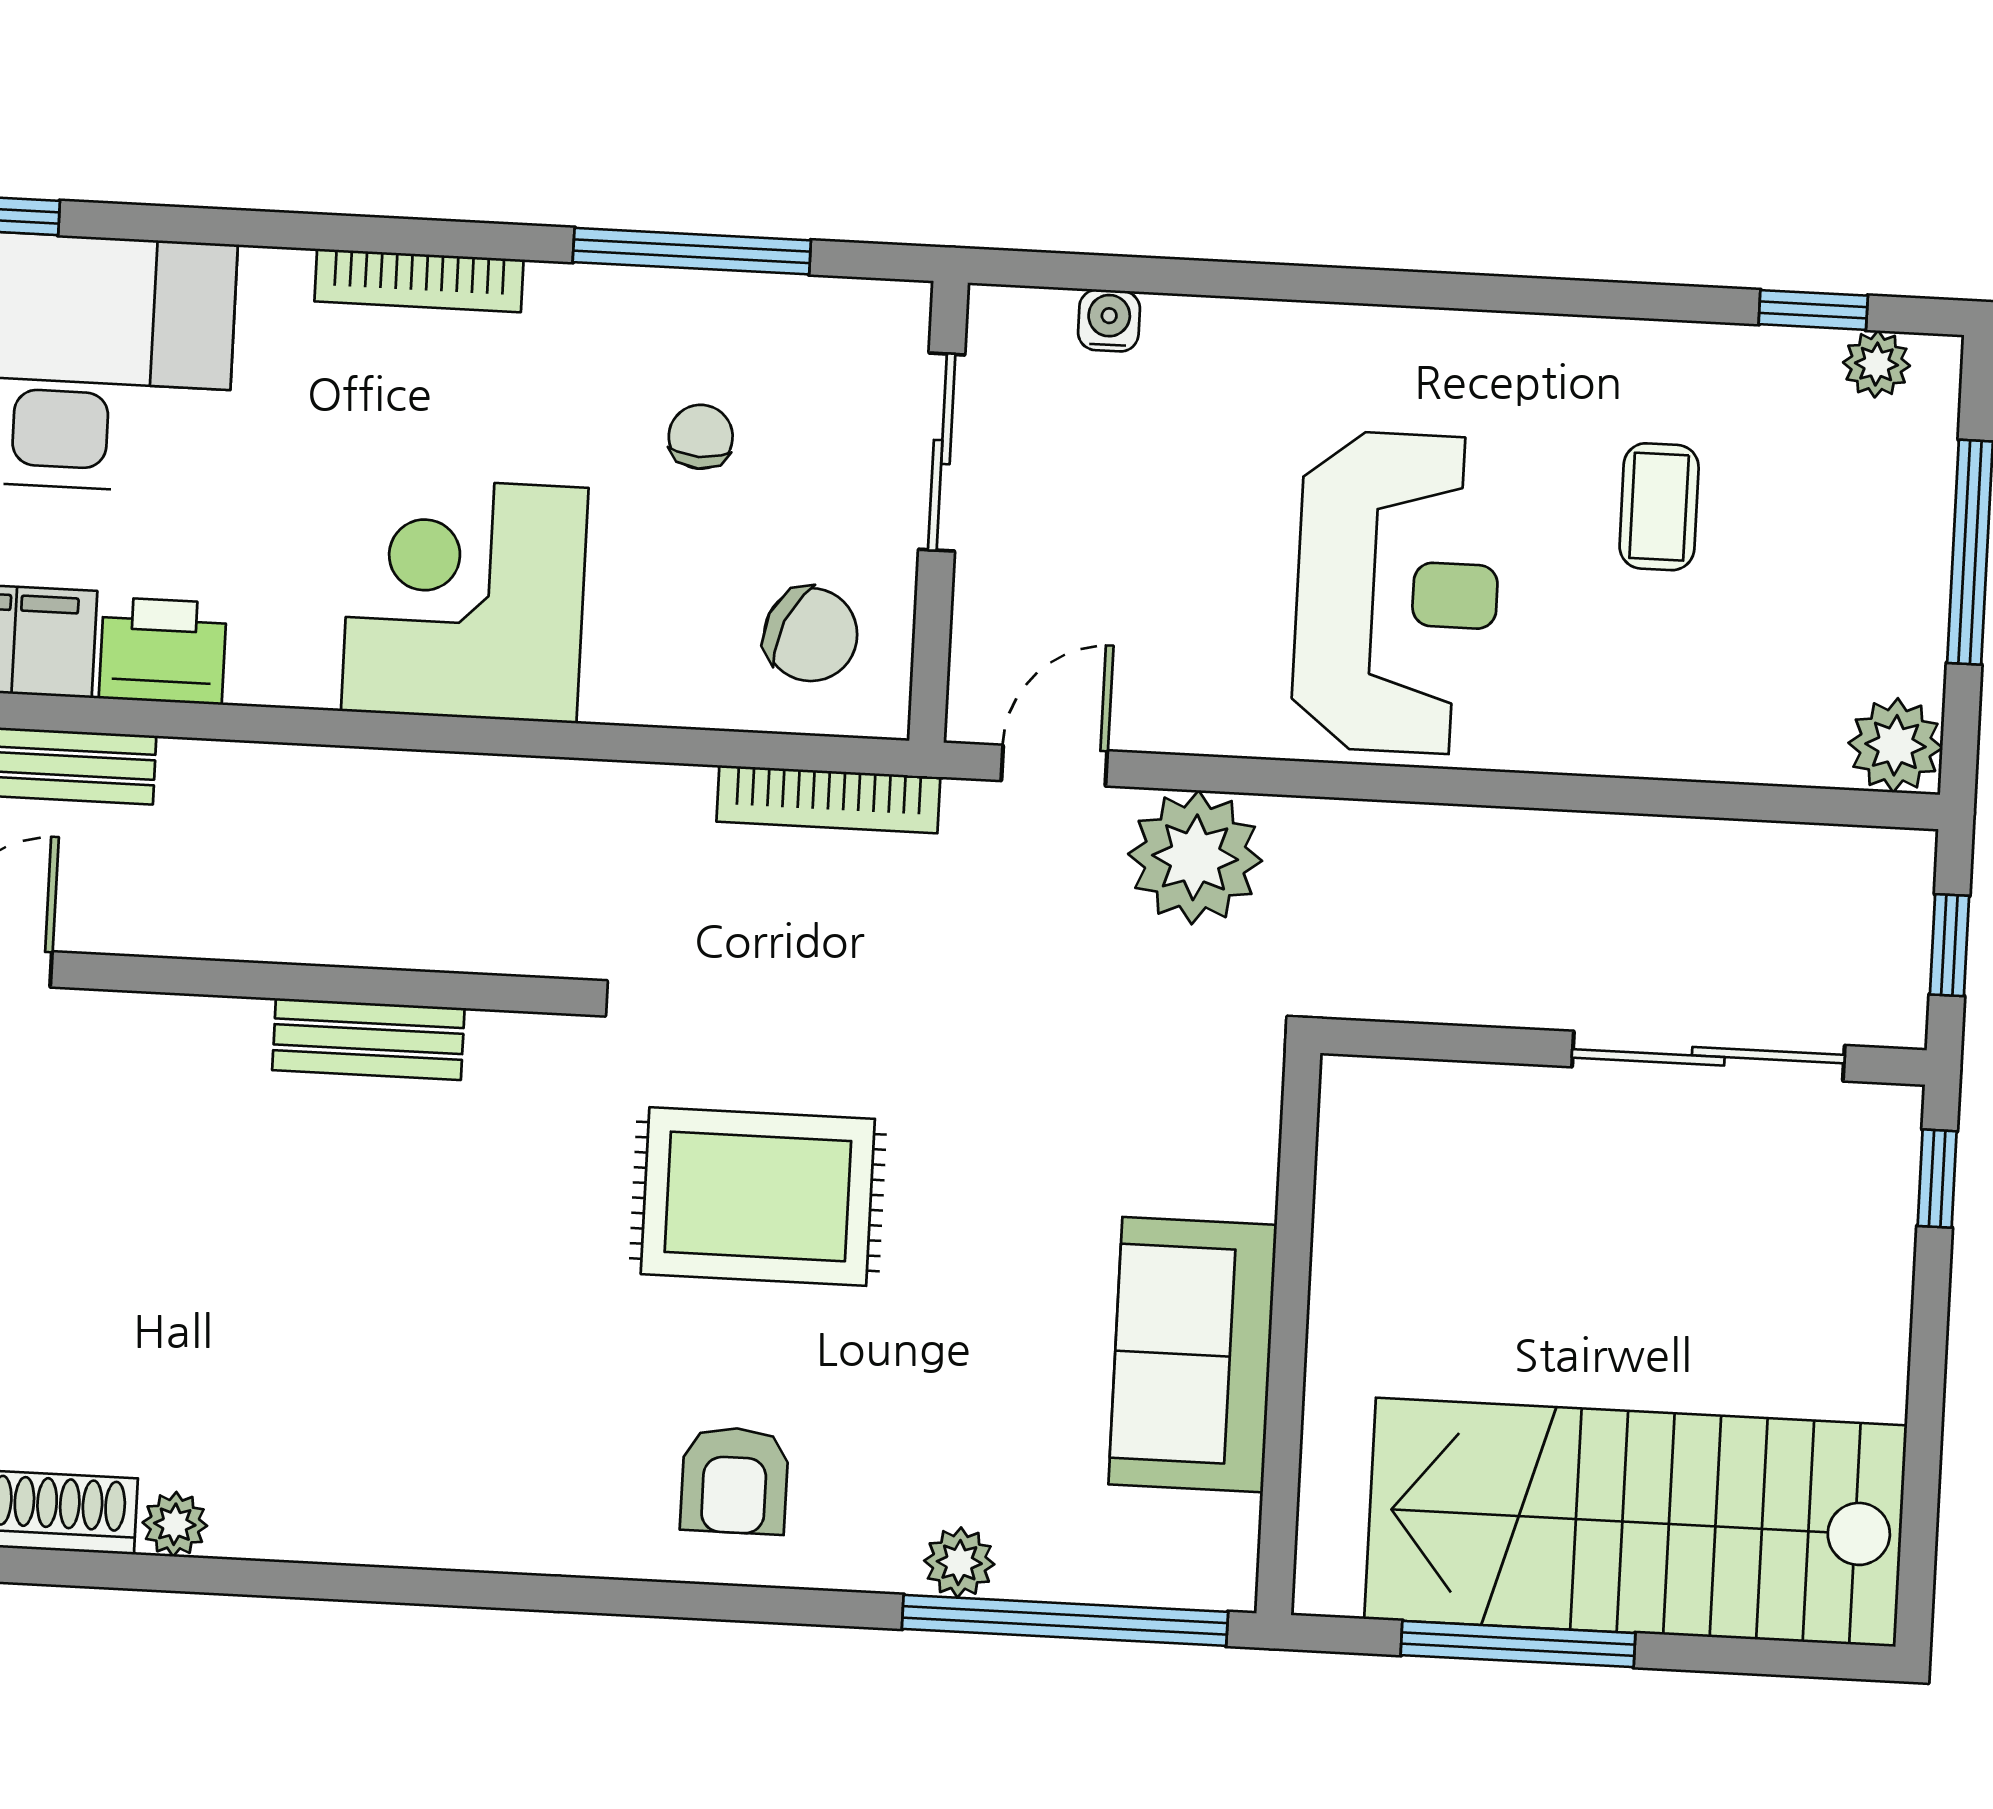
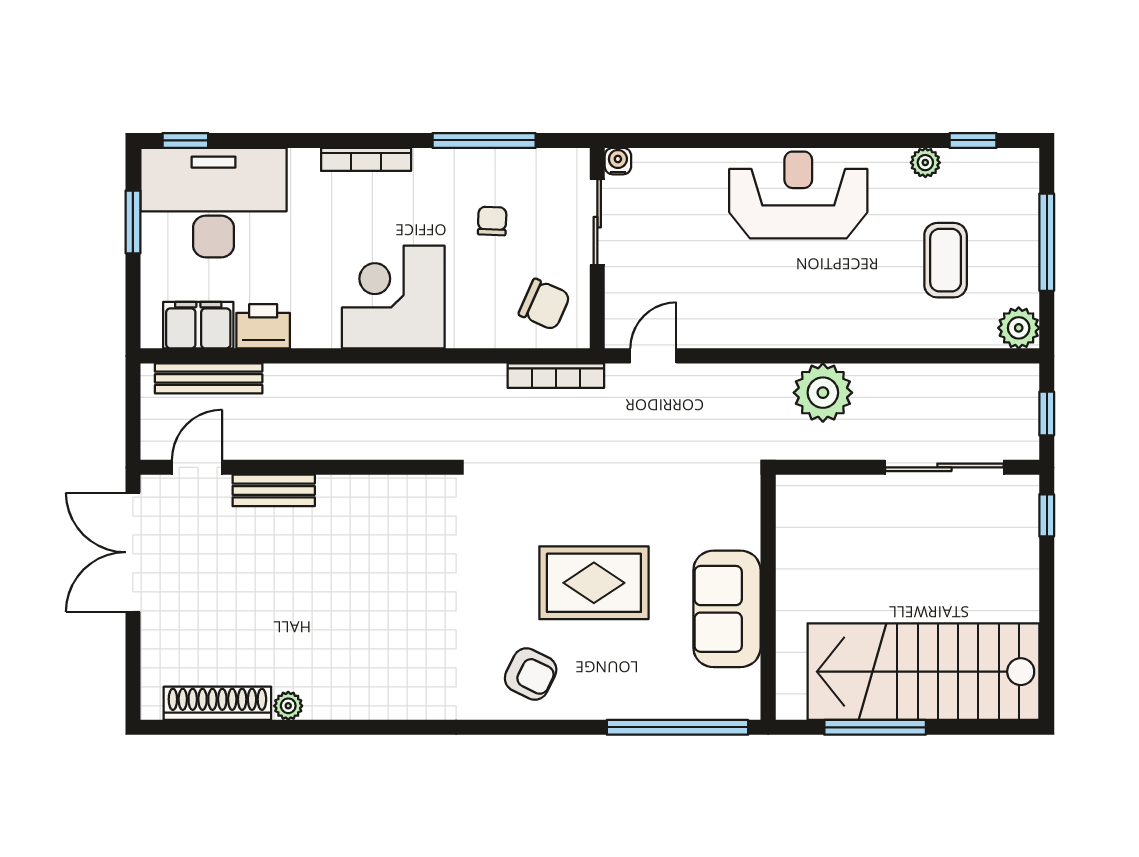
water cooler: (1109, 320) -> (618, 161), moved
plant: (1876, 364) -> (925, 163), moved
coffee table: (1659, 507) -> (946, 260), moved, width x1.36, depth x1.30
reception desk: (1397, 593) -> (798, 195), moved, turned -90
plant: (1195, 857) -> (823, 393), moved
bench: (368, 1039) -> (274, 490), moved
rug: (758, 1196) -> (594, 583), moved
armchair: (734, 1480) -> (531, 674), turned -64
plant: (959, 1562) -> (630, 705), removed

